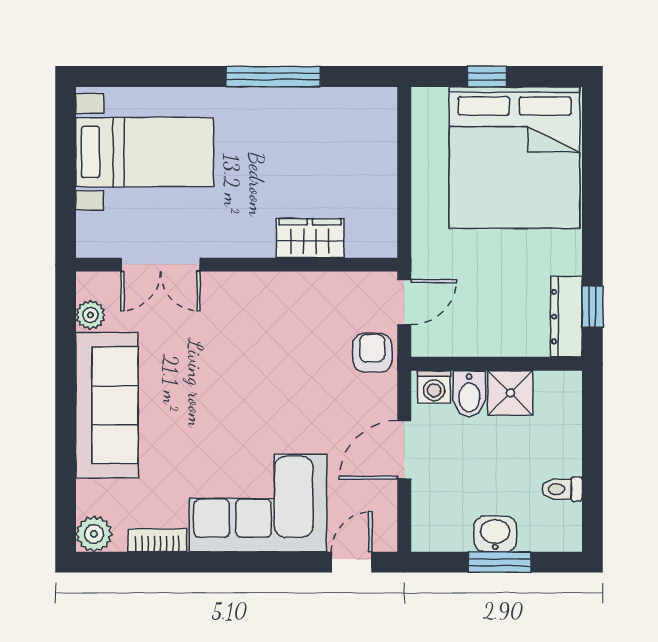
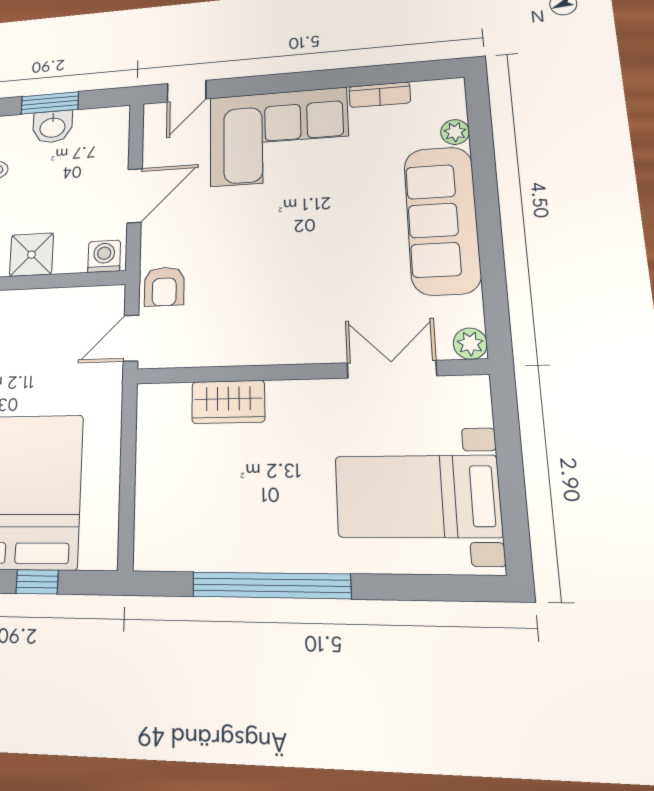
window: (273, 77) -> (271, 585), width x1.46
plant: (90, 315) -> (470, 344), moved
bidet: (469, 394) -> (70, 252), removed
plant: (94, 534) -> (455, 132), moved, width x0.73, depth x0.73

